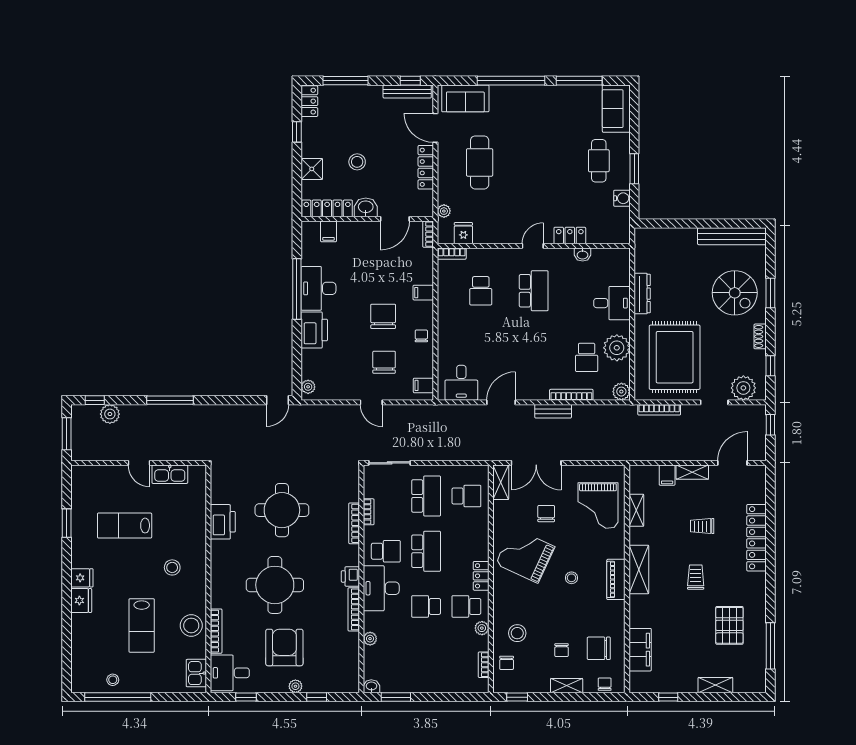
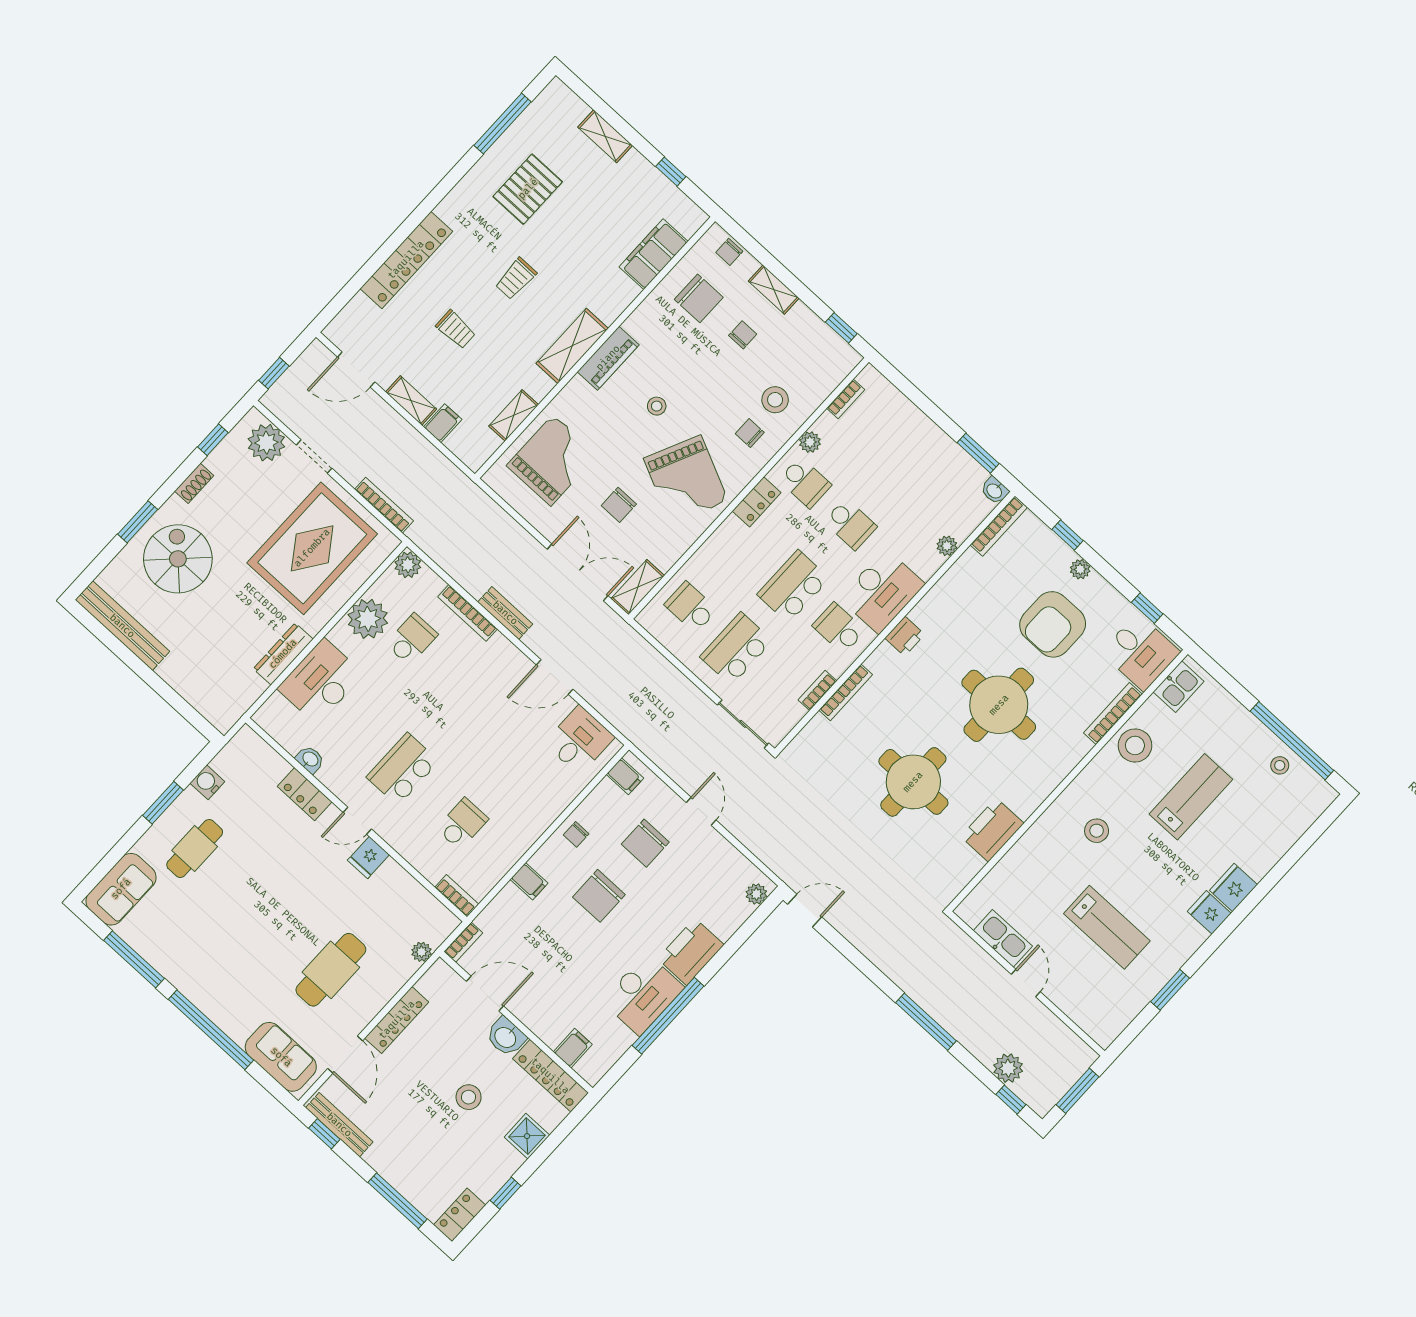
fridge: (463, 233) -> (368, 857), moved
desk: (612, 303) -> (321, 681), width x1.37
bookcase: (354, 609) -> (999, 526), moved
chair: (507, 663) -> (750, 433), moved, turned -90

